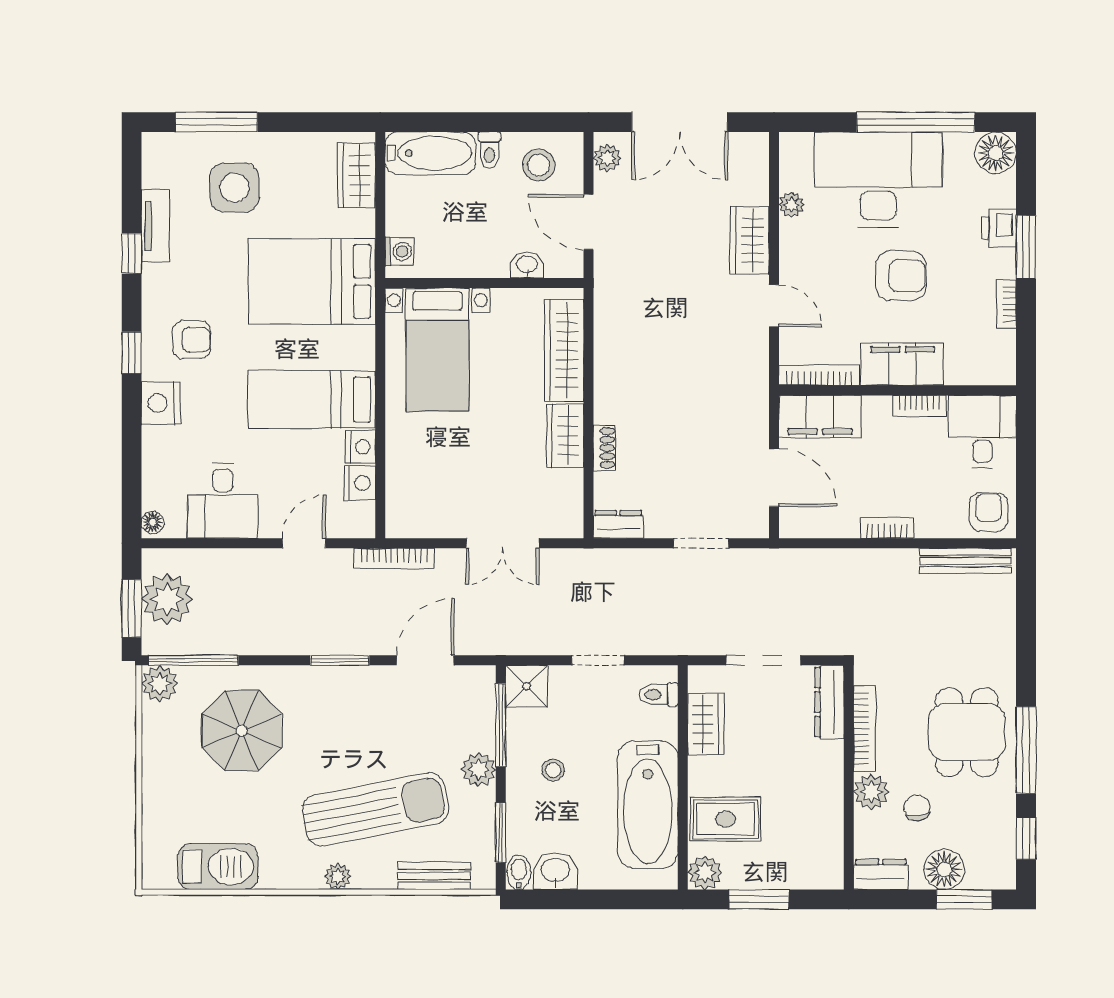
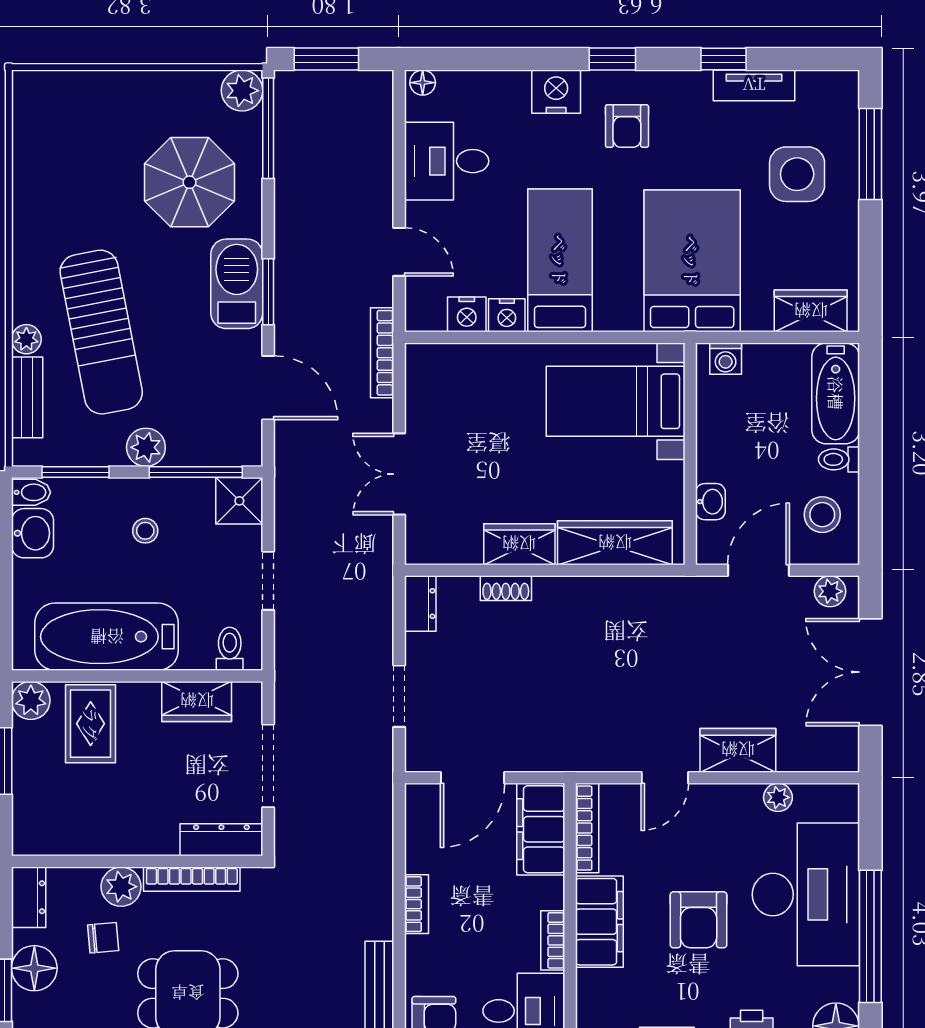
plant: (167, 599) -> (337, 99), removed
barbecue: (218, 866) -> (237, 284), moved, turned 180
plant: (338, 876) -> (26, 339), moved

